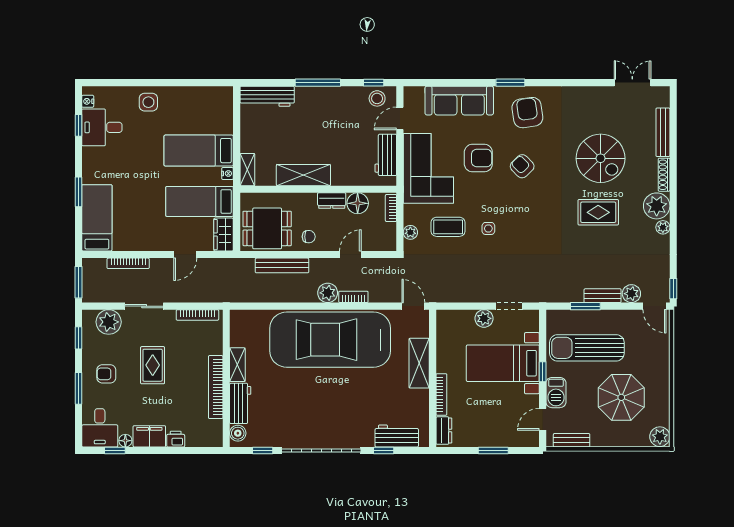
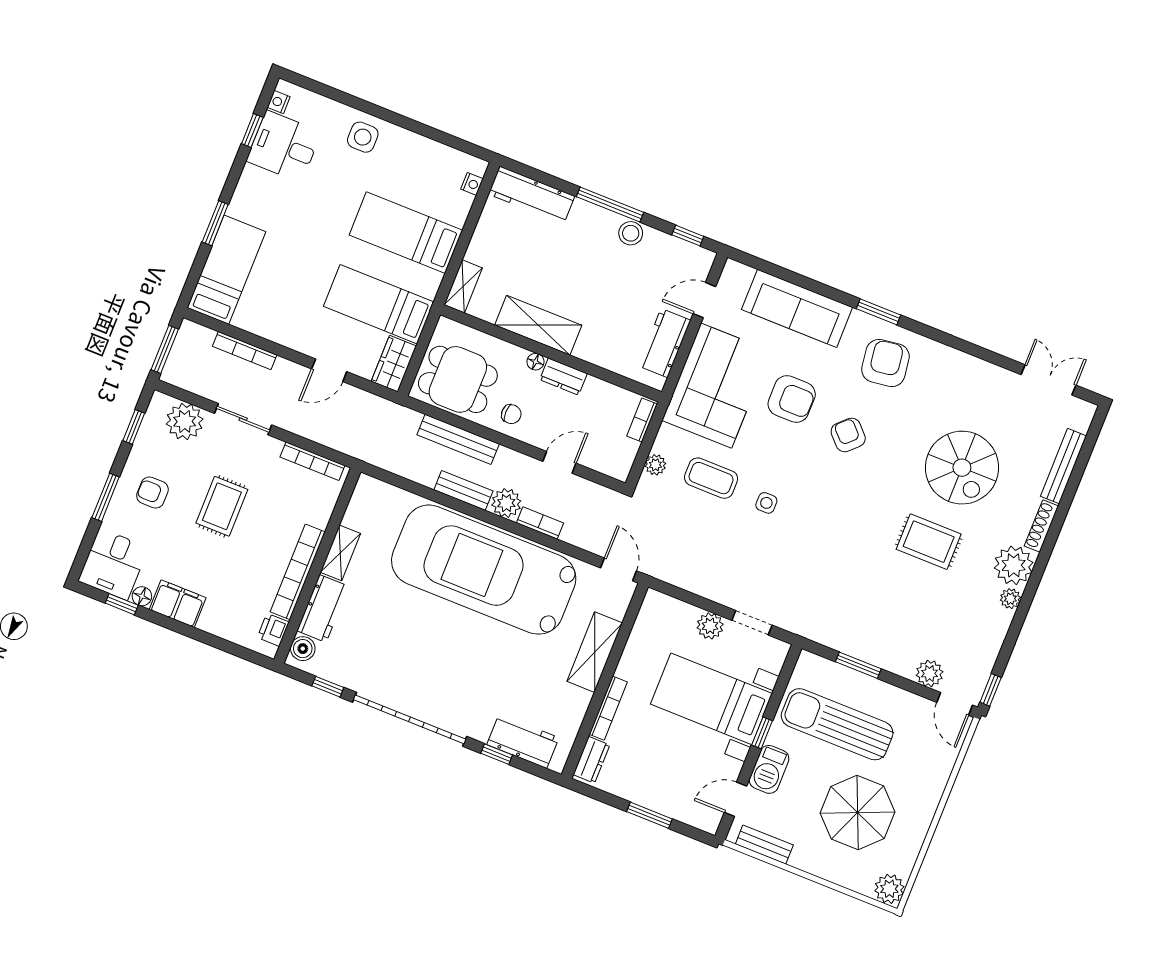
stool: (377, 98) -> (631, 233), moved
nightstand: (227, 173) -> (472, 184), moved
floor lamp: (358, 203) -> (535, 362), moved, width x0.53, depth x0.53
bench: (603, 296) -> (463, 490), moved
printer: (176, 439) -> (273, 630), moved, turned -90

